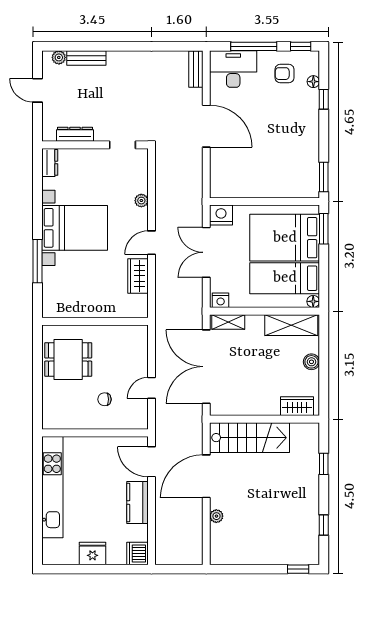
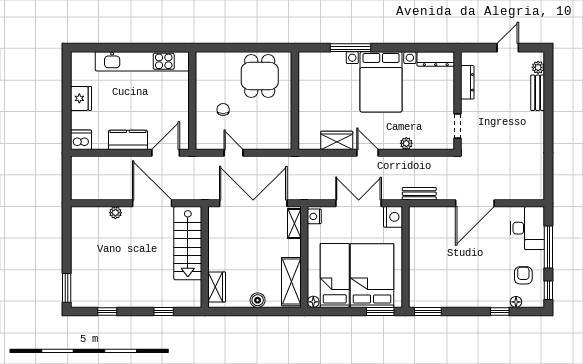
bench: (196, 69) -> (419, 194), moved
dresser: (50, 162) -> (436, 59), width x1.44
window: (298, 569) -> (67, 288), width x1.50

